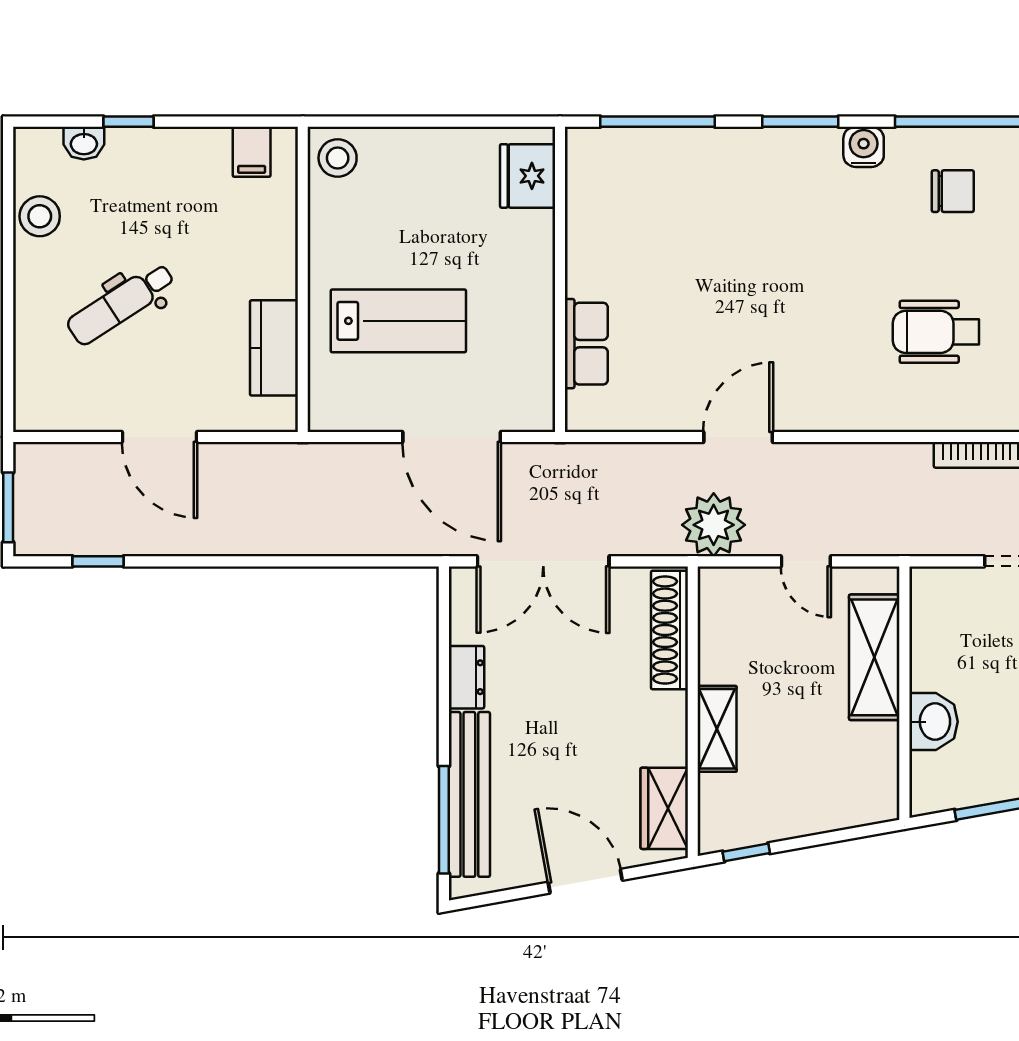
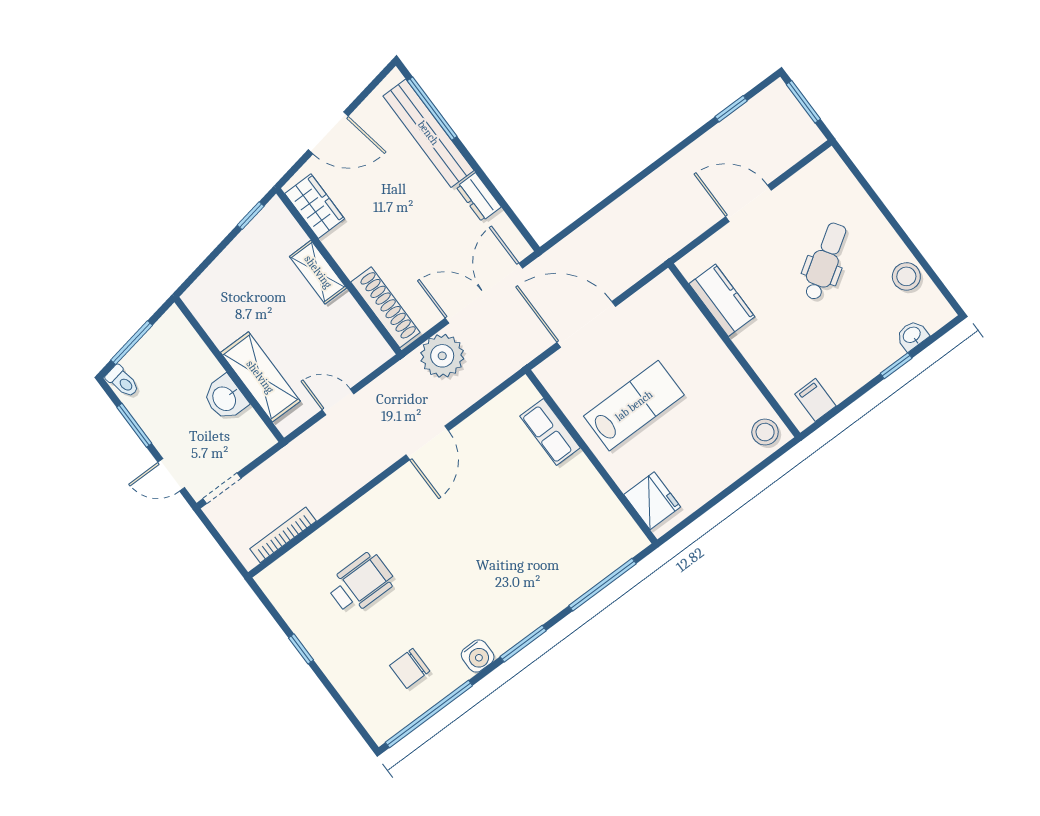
lab bench: (398, 321) -> (634, 406), moved, turned 180
plant: (714, 525) -> (442, 356), moved
washbasin: (934, 722) -> (225, 398), moved

